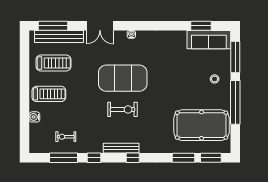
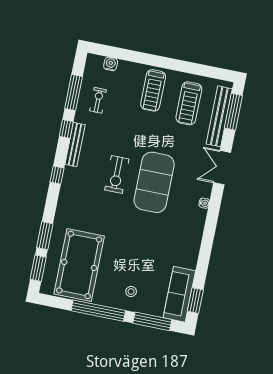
window: (201, 26) -> (195, 301), moved
water cooler: (34, 117) -> (111, 64), moved
bench: (121, 148) -> (75, 145), moved

